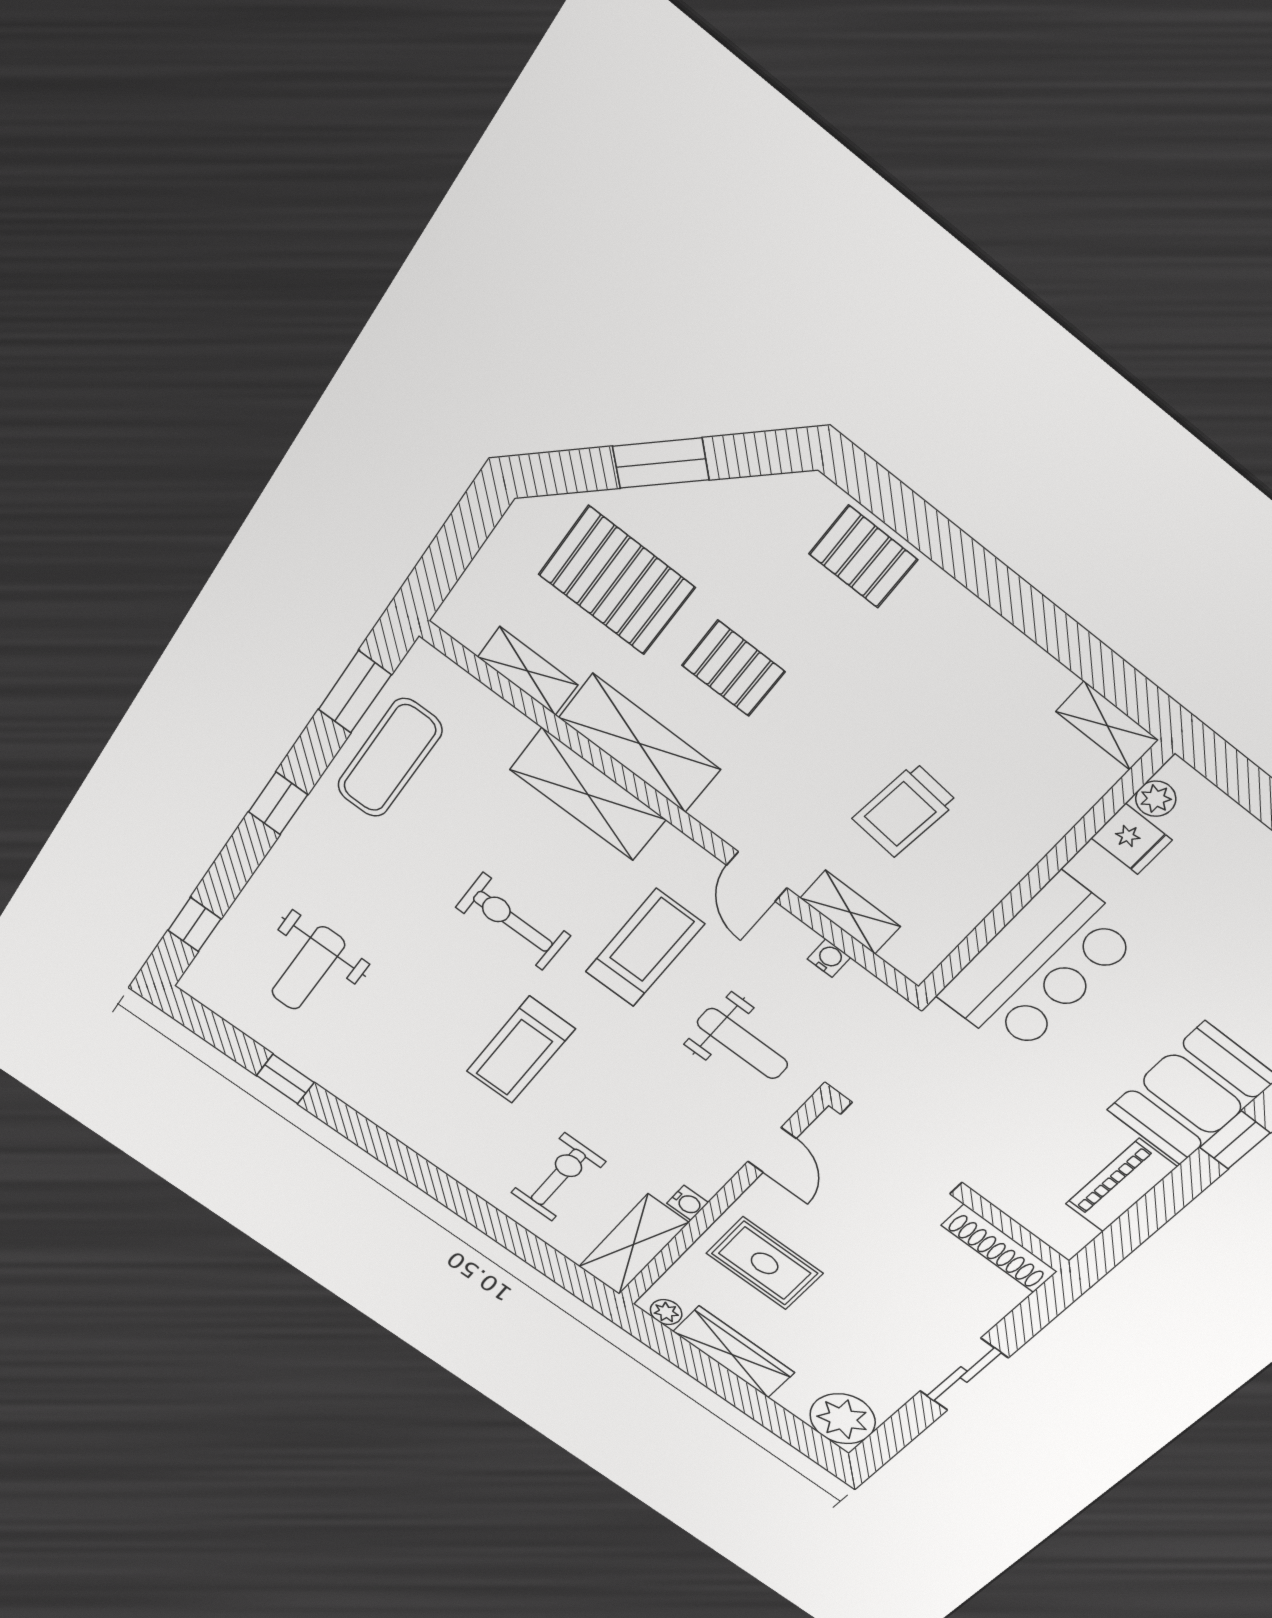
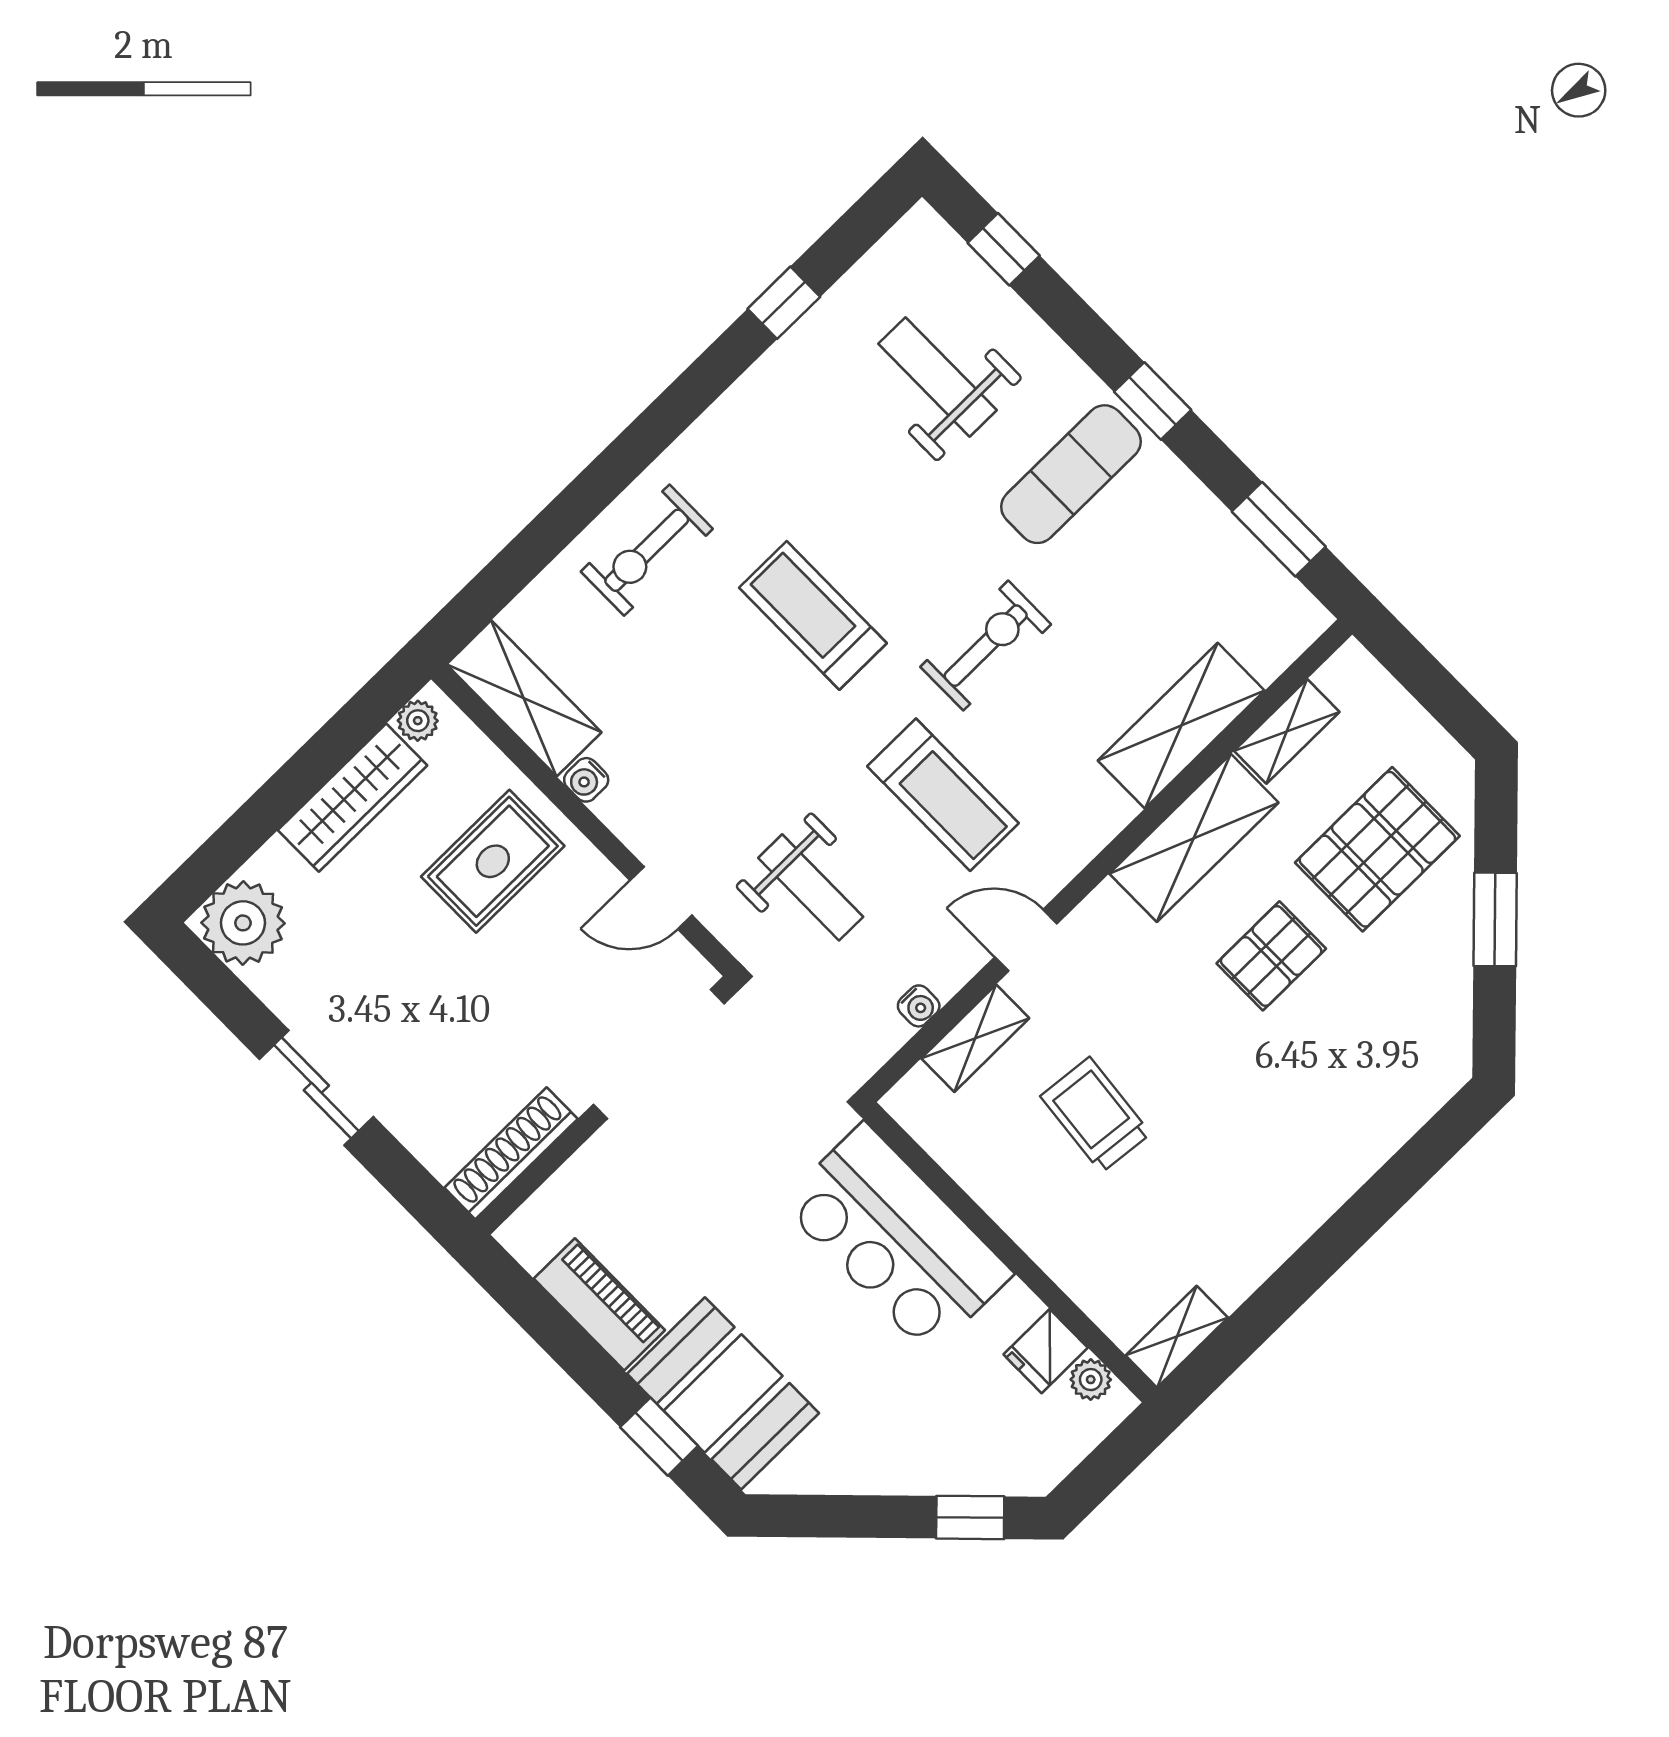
pallet: (863, 557) -> (1379, 1110), removed
exercise mat: (390, 758) -> (1071, 474), moved, turned 90
shelving: (588, 795) -> (1181, 726), moved
weight bench: (743, 1044) -> (811, 887), turned -90
exercise bike: (558, 1177) -> (647, 550), moved, turned 90

